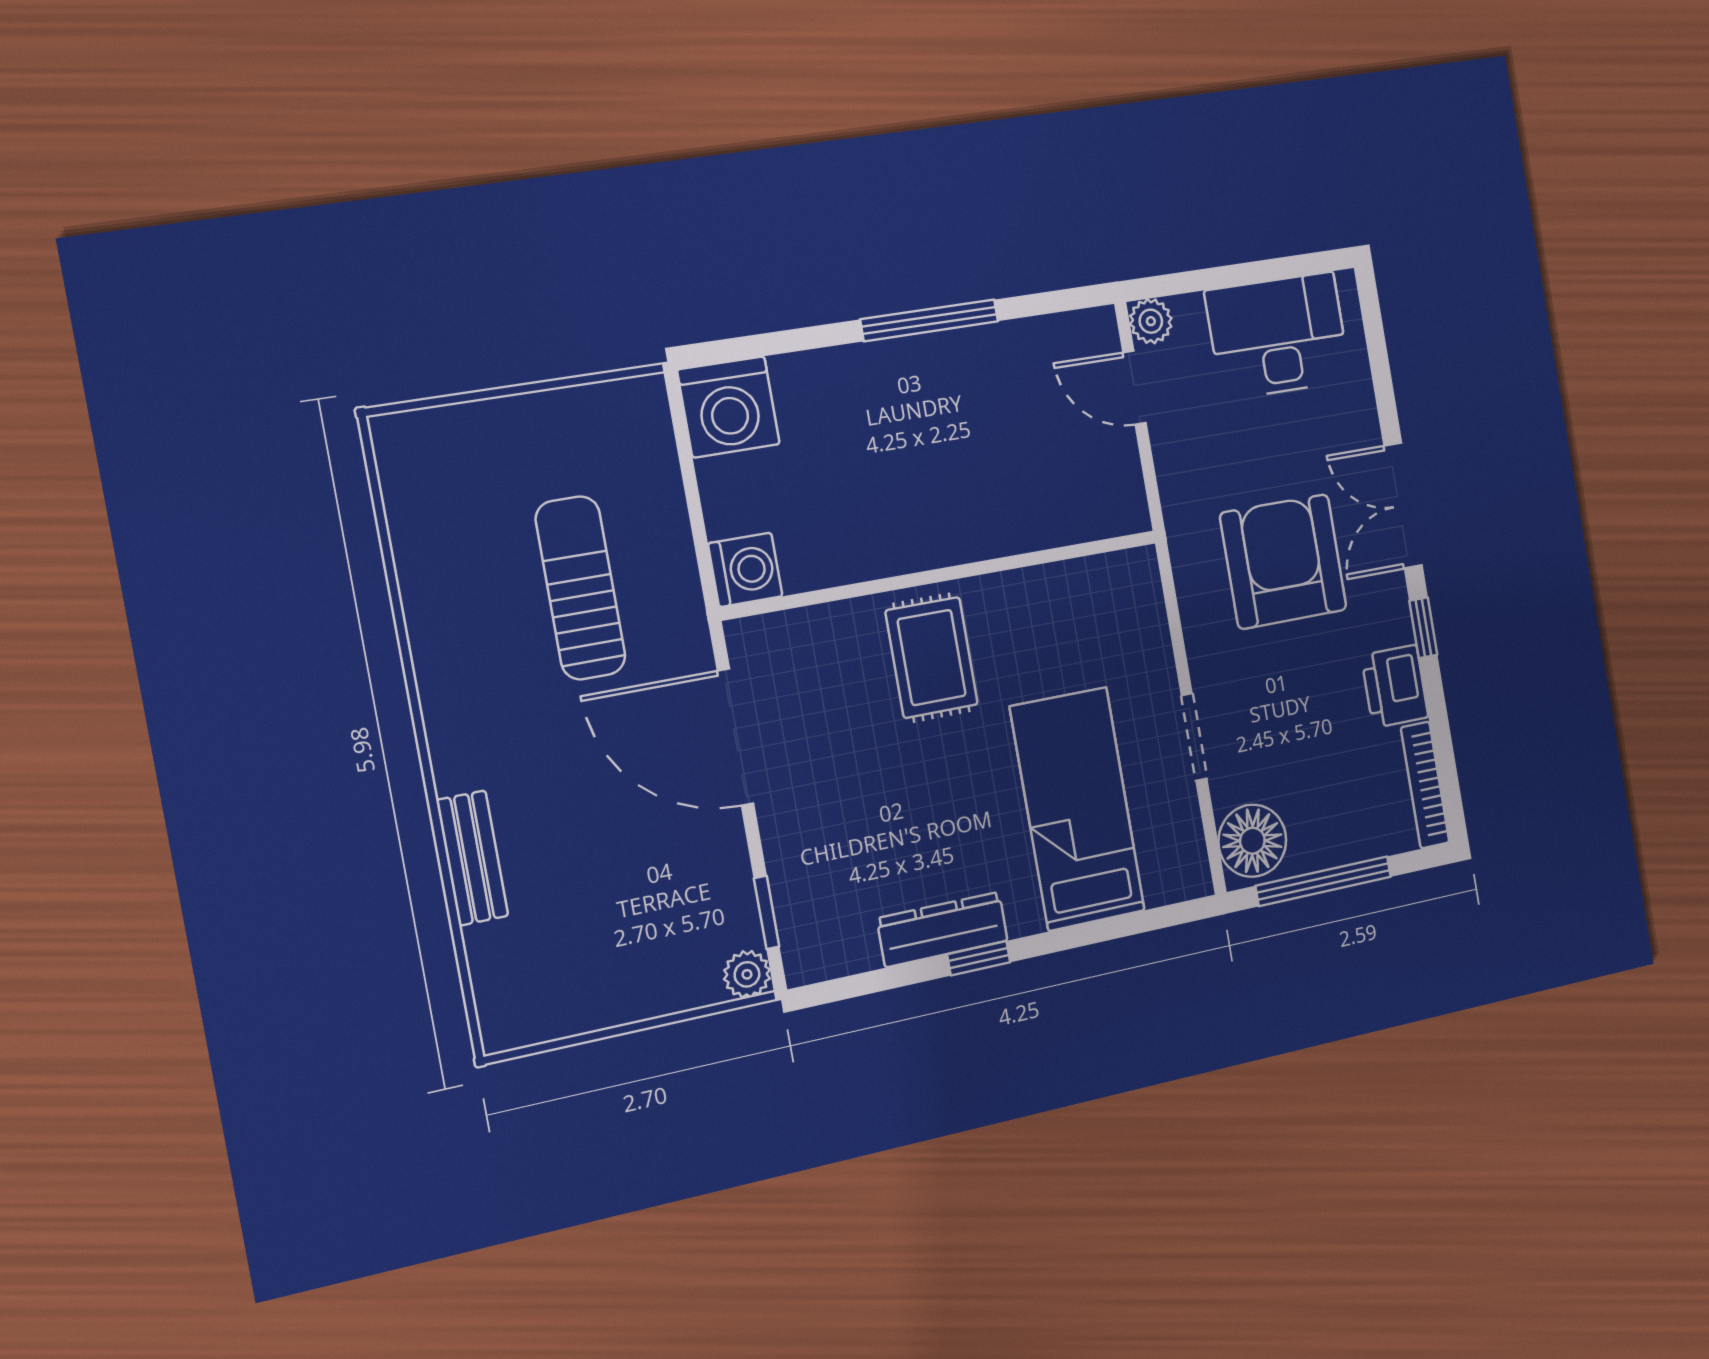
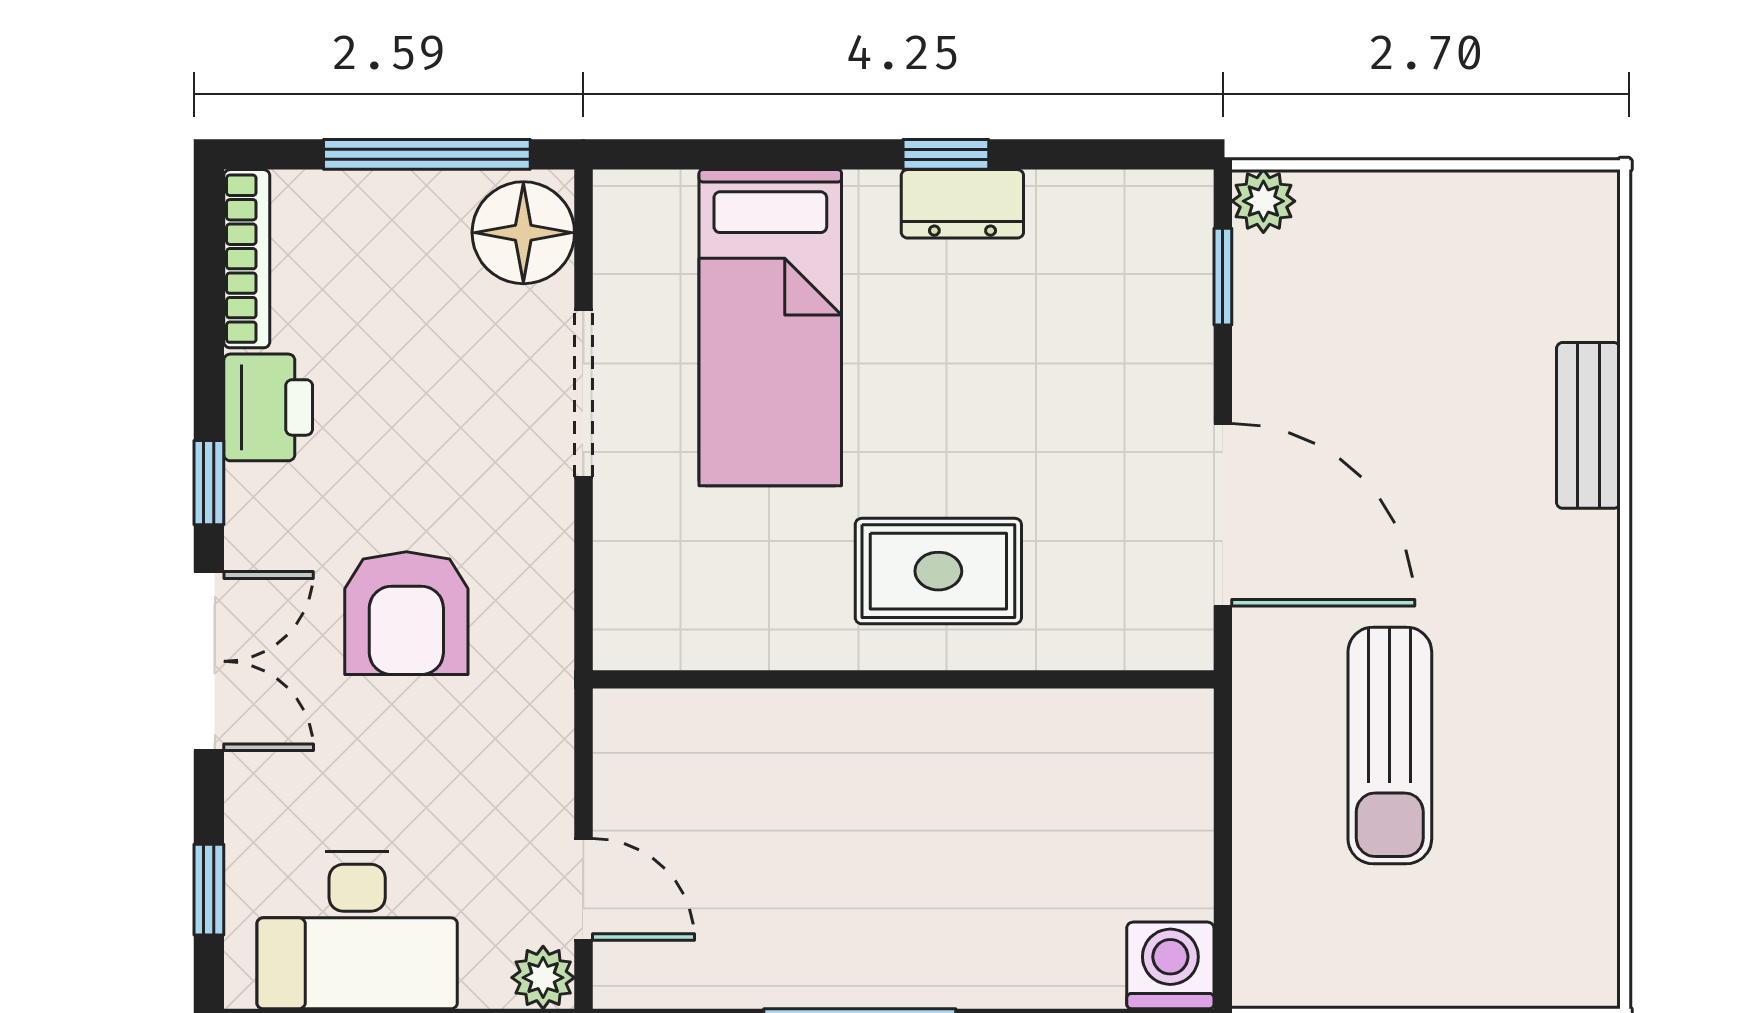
window: (1377, 349) -> (209, 890), added
washing machine: (729, 407) -> (1170, 965), width x0.73, depth x0.73
armchair: (1283, 562) -> (406, 613), width x0.73, depth x0.73
washing machine: (745, 570) -> (1170, 732), removed
rug: (932, 658) -> (938, 571), turned 90
doorway: (1194, 737) -> (583, 393), width x1.38
dresser: (942, 929) -> (962, 204), width x0.70

